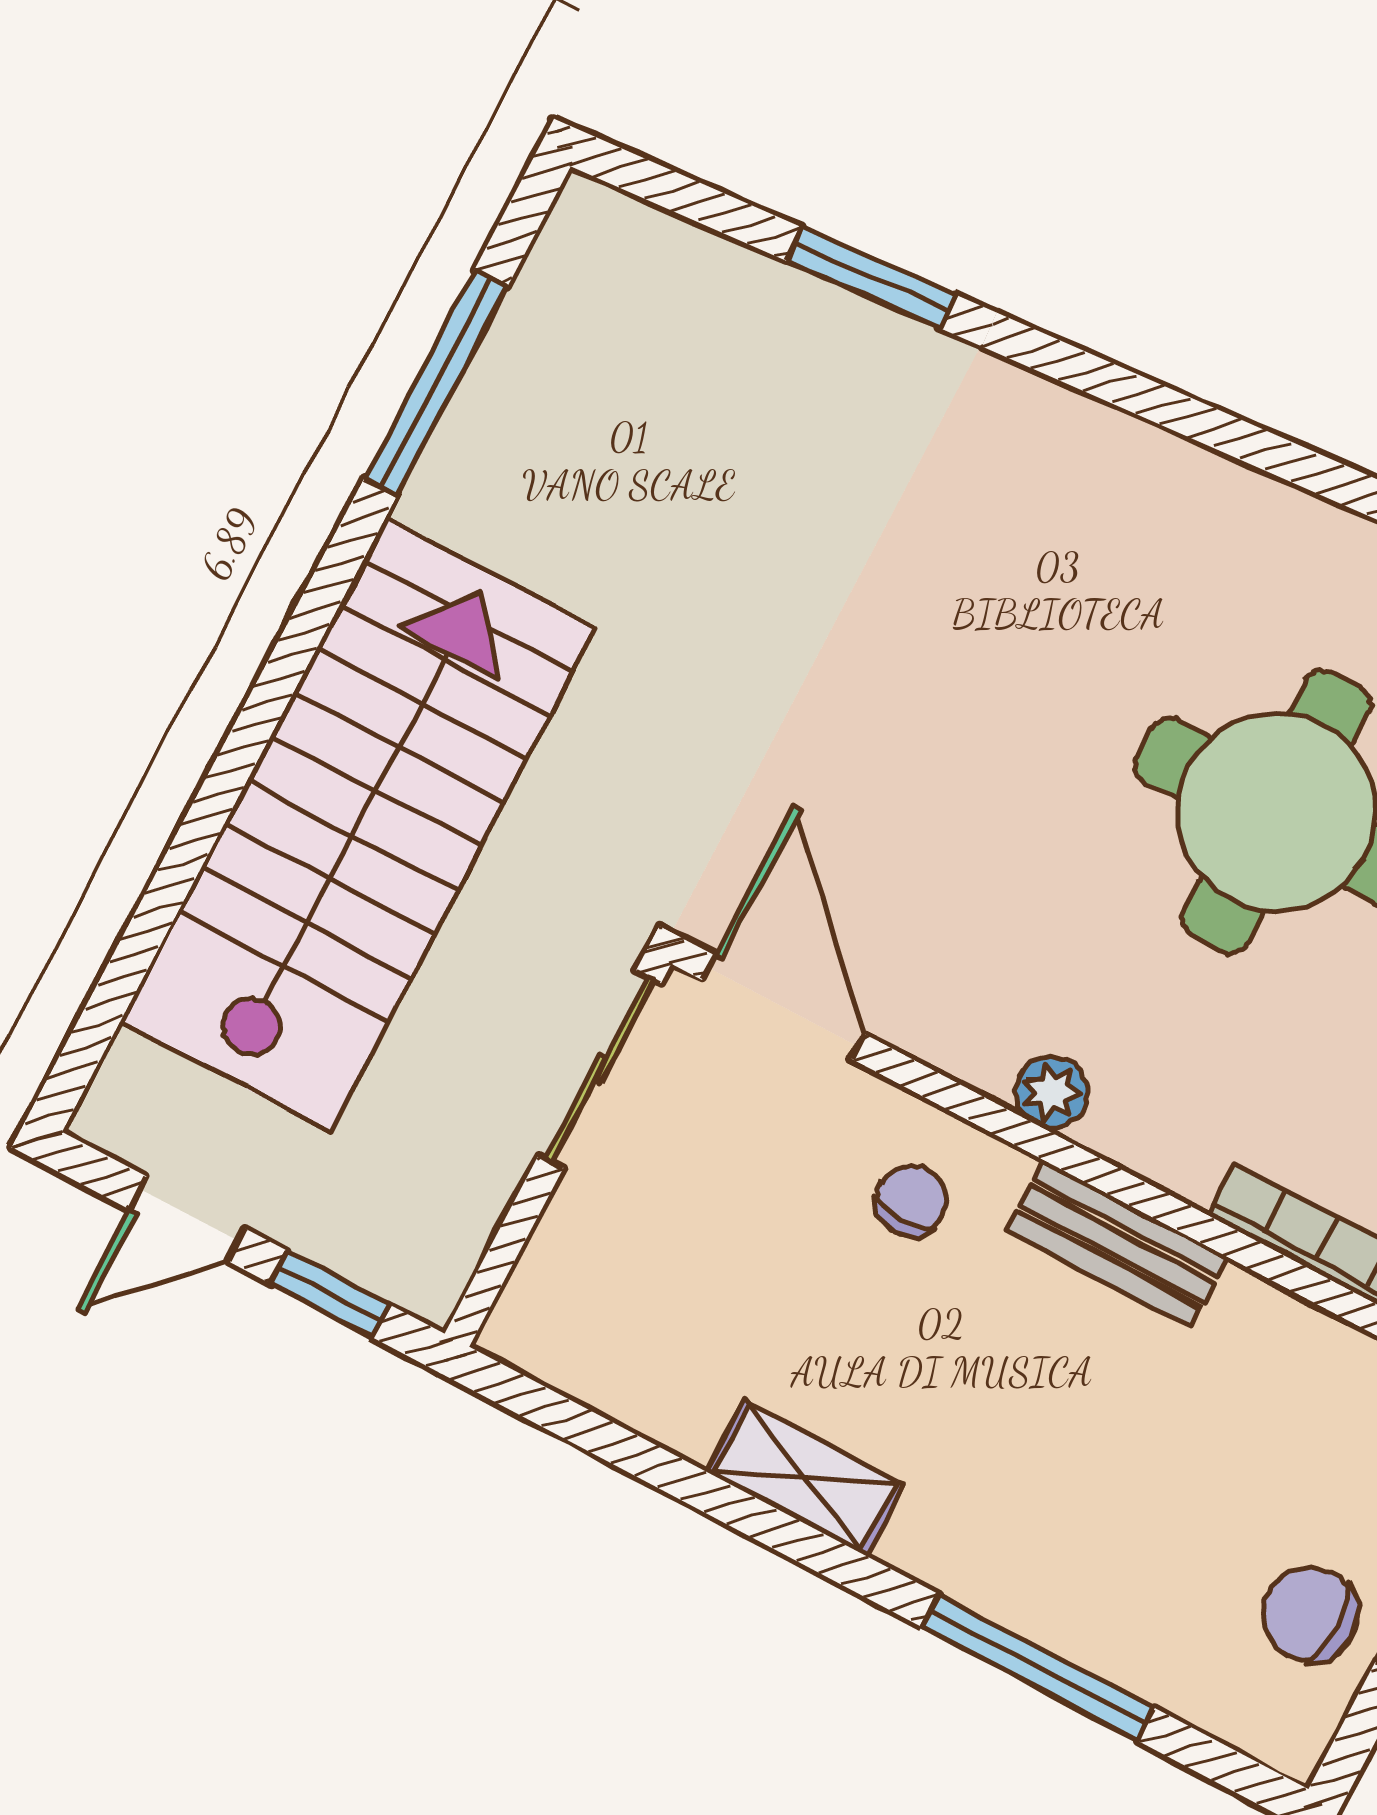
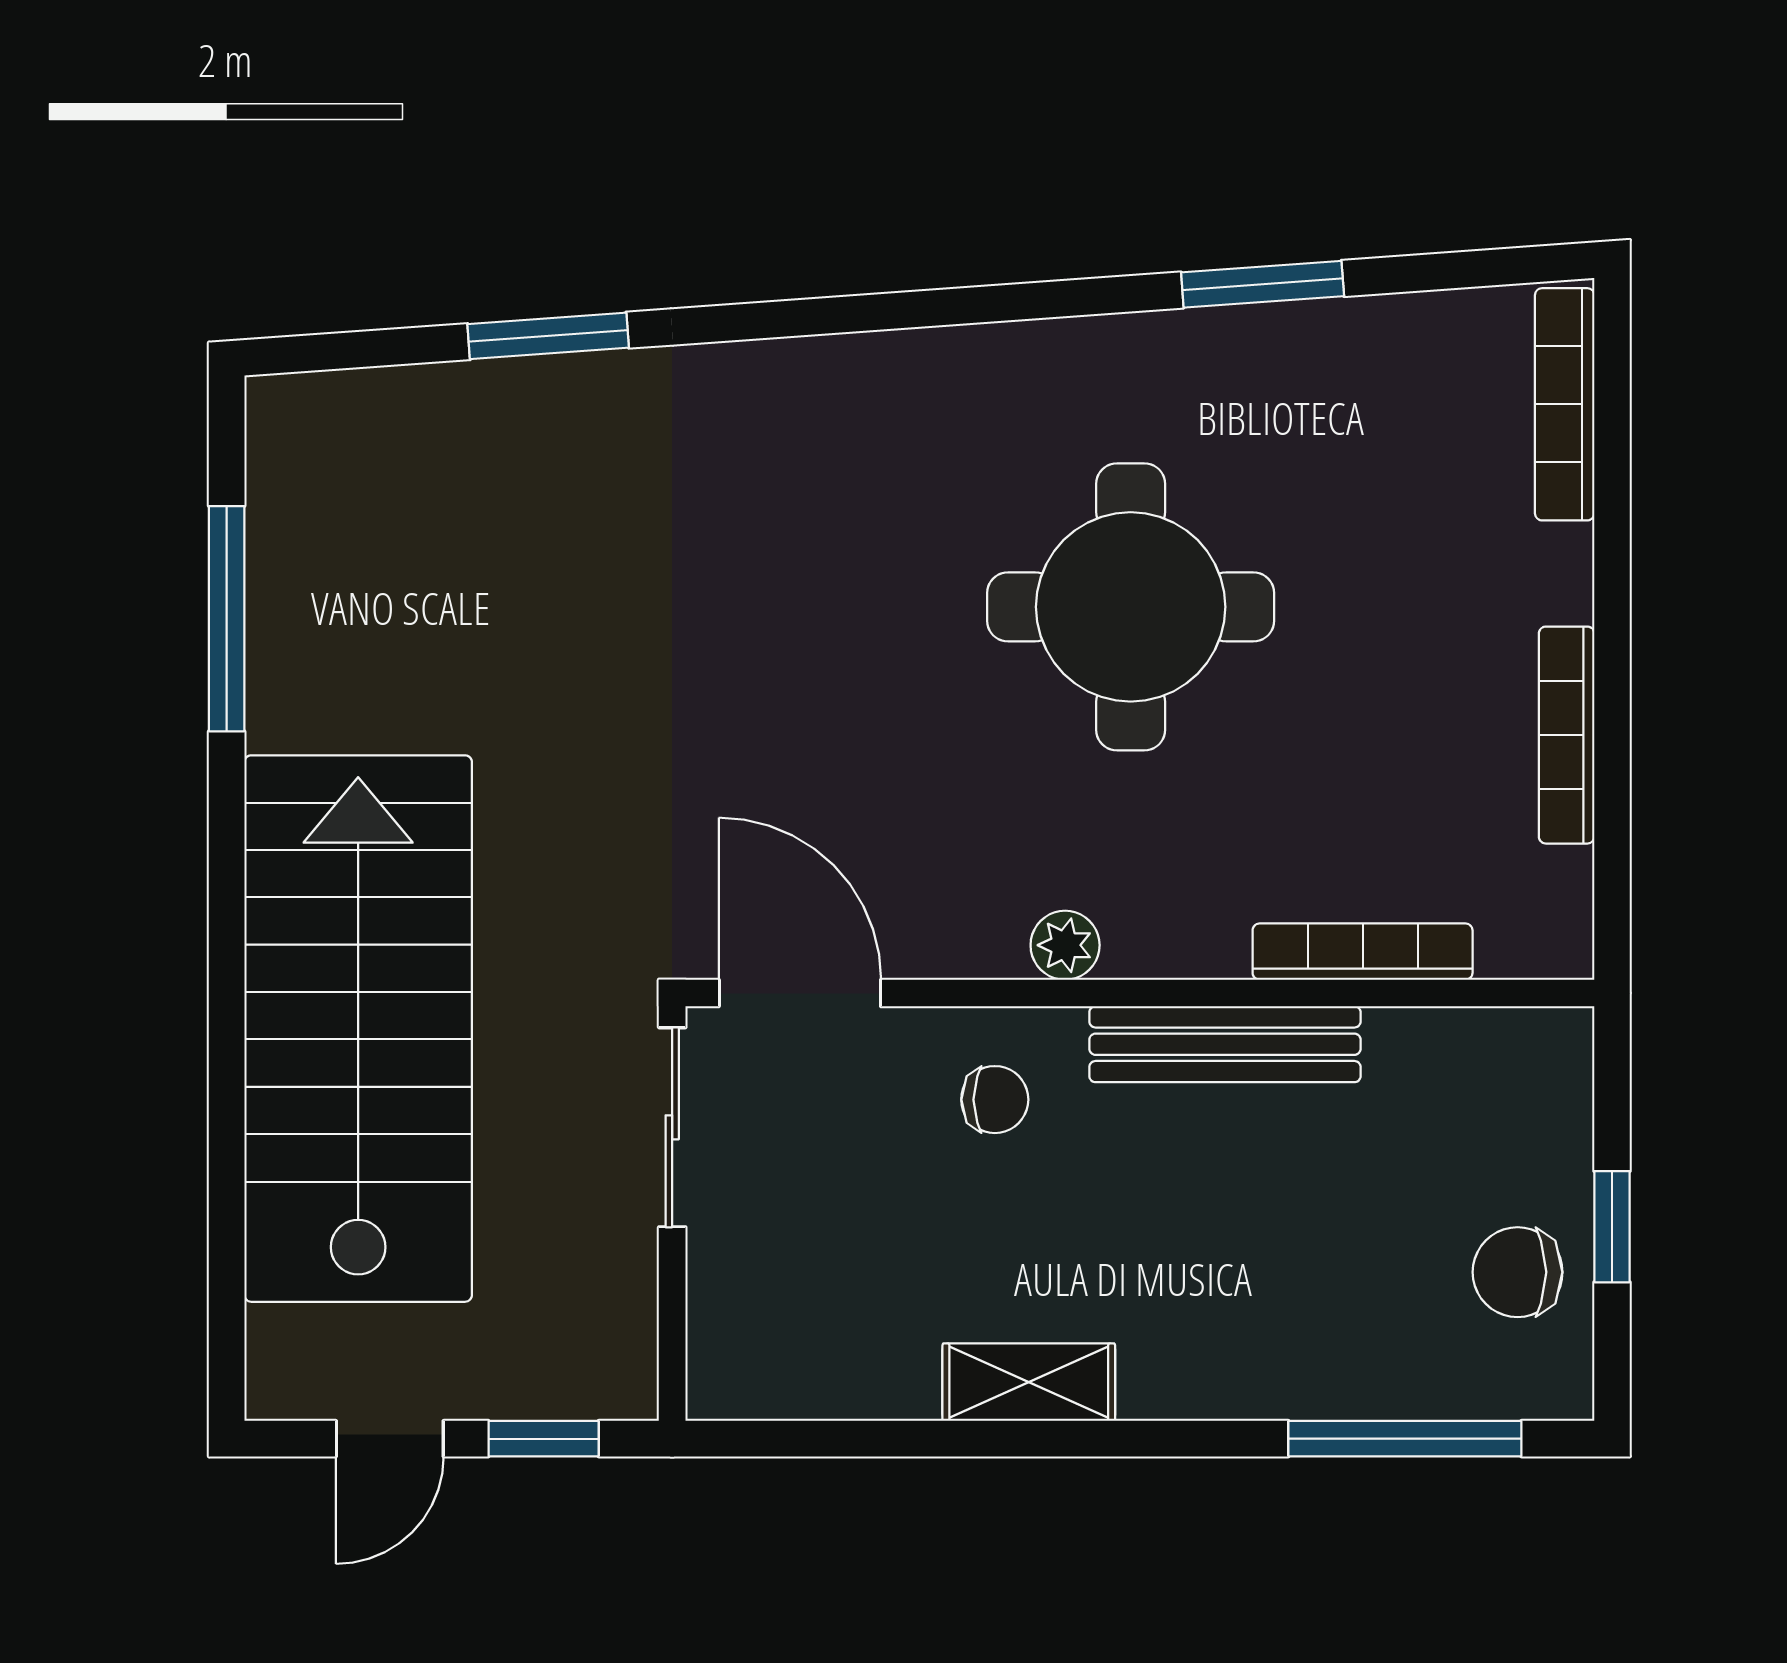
chair: (911, 1200) -> (995, 1100), turned 90
bench: (1117, 1244) -> (1225, 1044), width x1.36
window: (1038, 1667) -> (1405, 1439), moved

